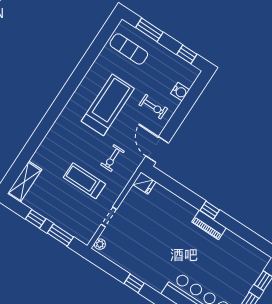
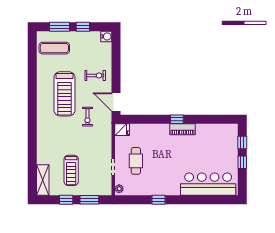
window: (187, 54) -> (83, 27), moved
water cooler: (180, 92) -> (106, 36), moved
treadmill: (108, 105) -> (64, 94), turned 180
exercise bike: (112, 158) -> (87, 117), moved
treadmill: (84, 181) -> (71, 170), moved, turned -90
cafe table: (137, 226) -> (136, 161), added

